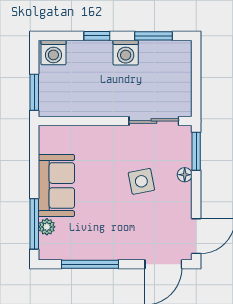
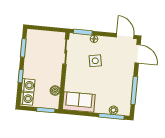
washing machine: (126, 53) -> (28, 85), moved
boiler: (75, 107) -> (55, 91), added
sofa: (56, 186) -> (79, 102), moved

